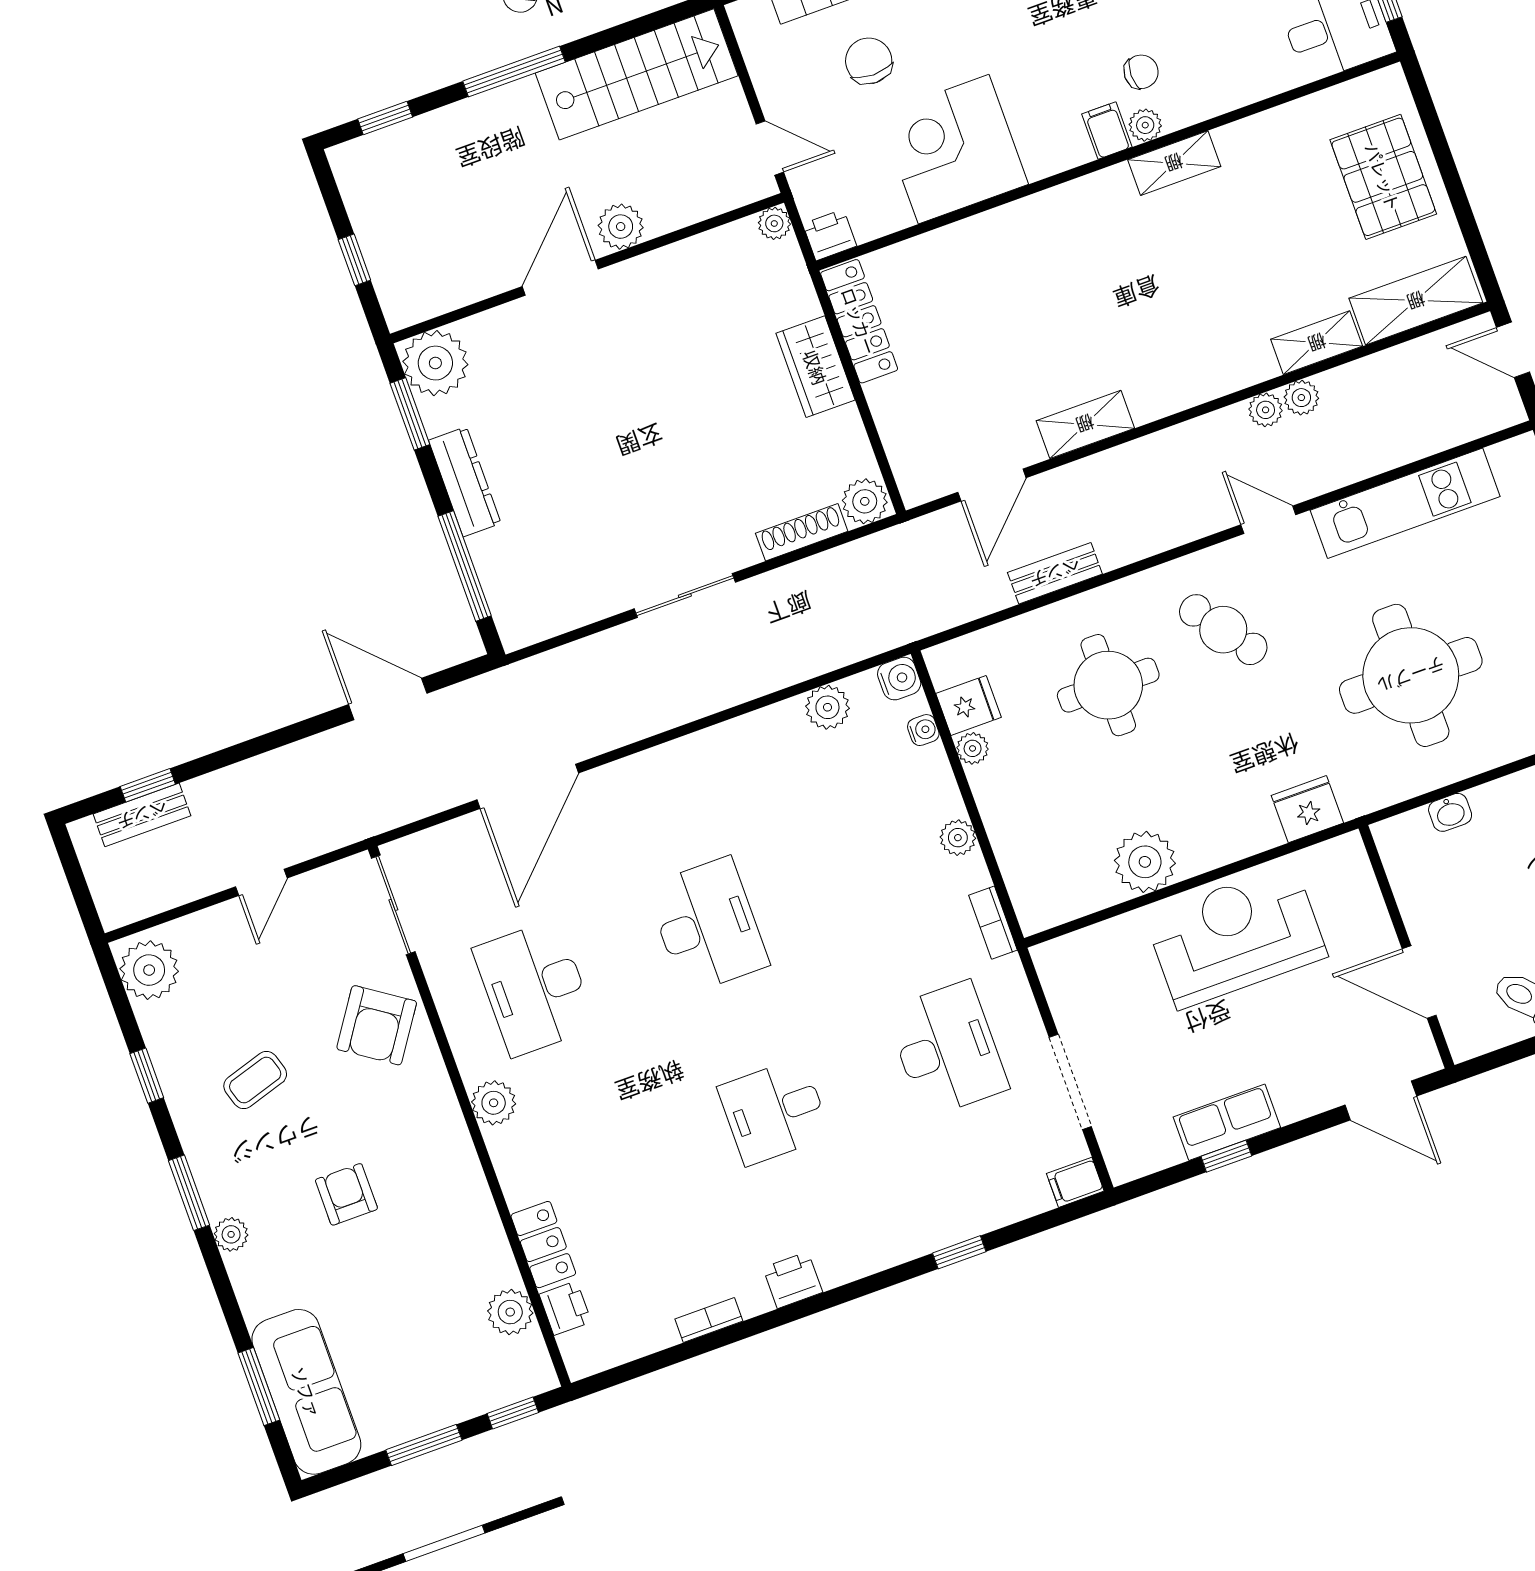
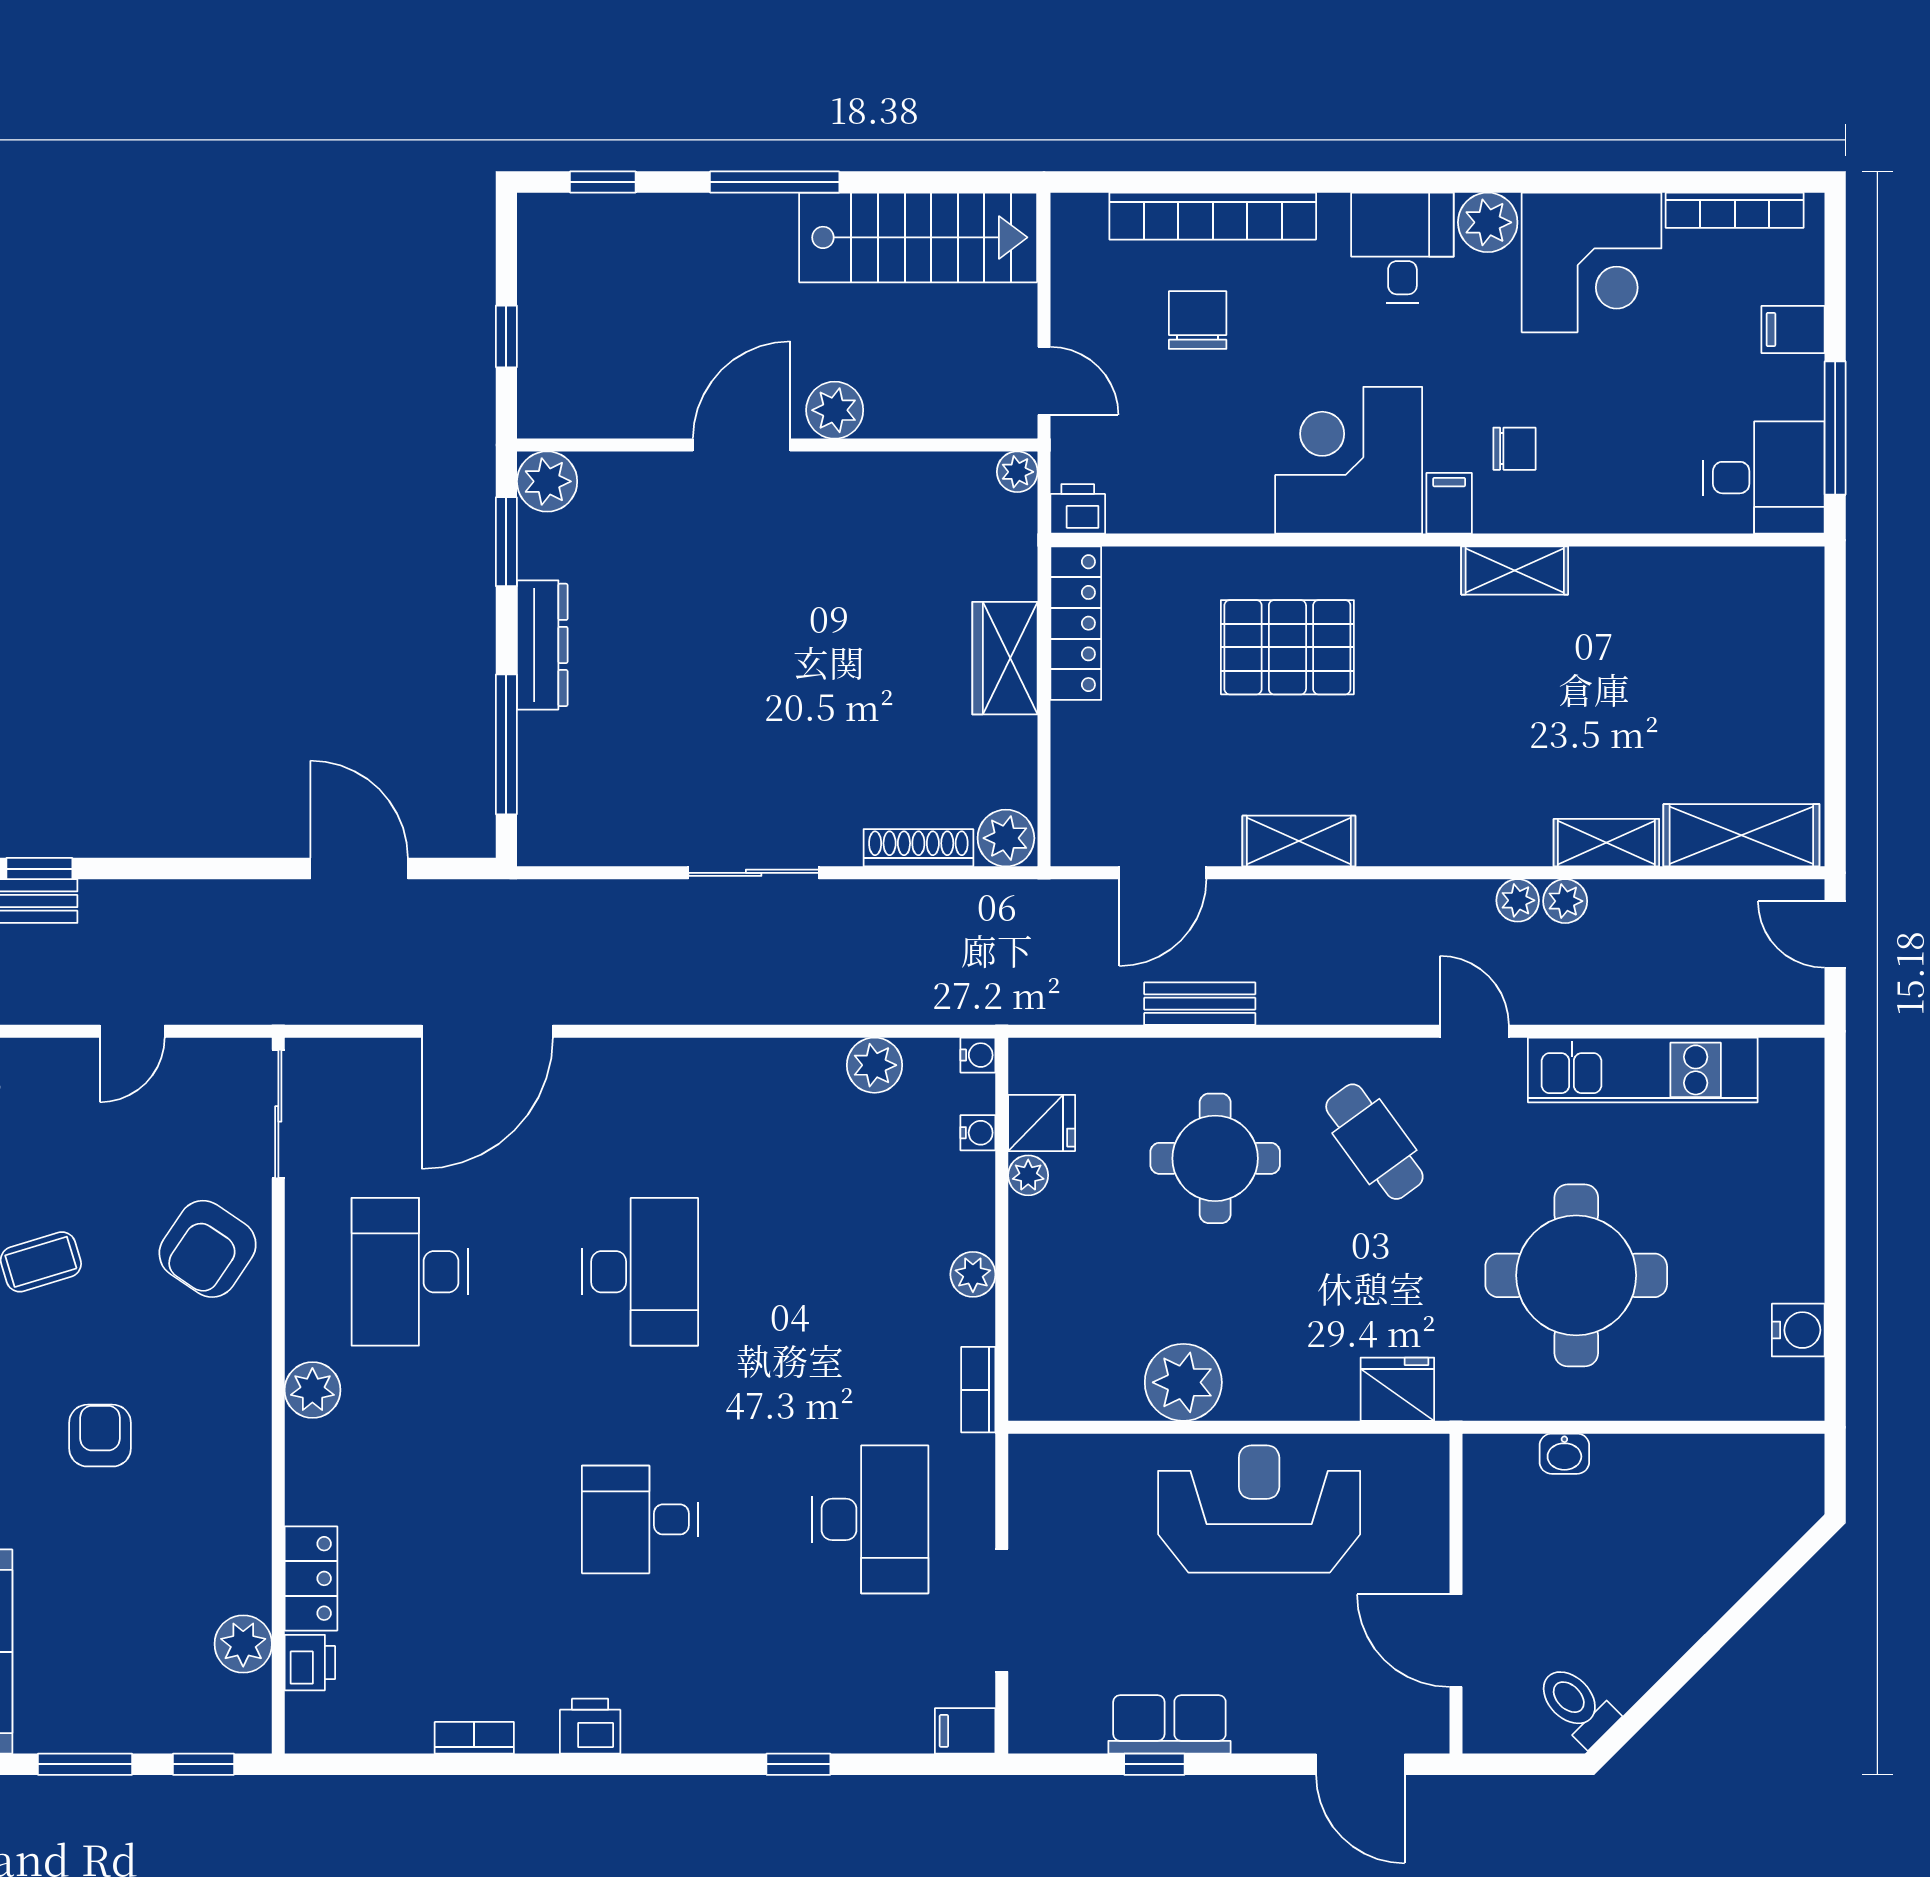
plant: (1145, 125) -> (1497, 513), removed
corner desk: (954, 149) -> (1349, 460), moved
pallet: (1383, 177) -> (1287, 647), moved, turned 90
plant: (435, 363) -> (547, 481), width x0.73, depth x0.73
water cooler: (899, 679) -> (978, 1055), width x0.72, depth x0.72

